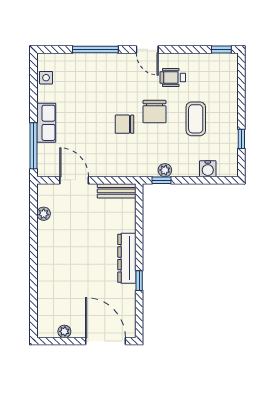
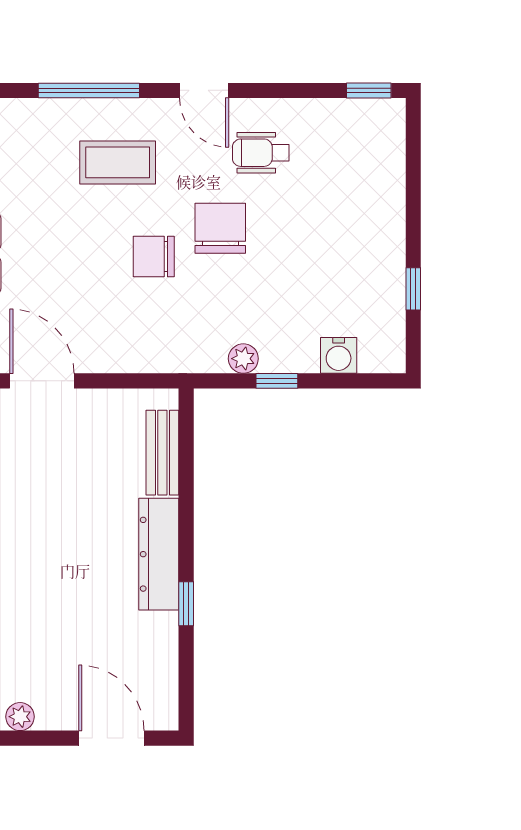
chair: (154, 111) -> (220, 228), turned 180
coffee table: (196, 119) -> (118, 162), moved, turned 90
window: (161, 180) -> (277, 381), moved
bench: (117, 191) -> (162, 453), moved, turned 90
door: (105, 341) -> (111, 738), width x0.73

